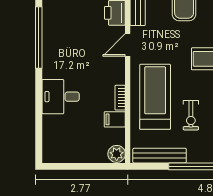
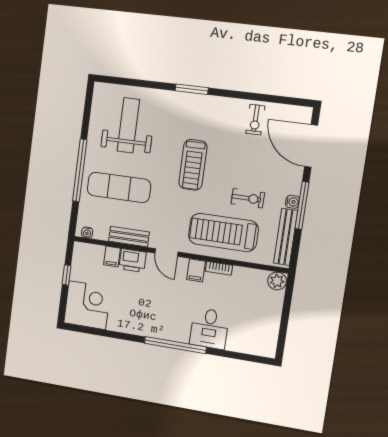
window: (39, 38) -> (175, 345), moved
filing cabinet: (115, 119) -> (196, 270), moved
water cooler: (193, 157) -> (292, 202), added

